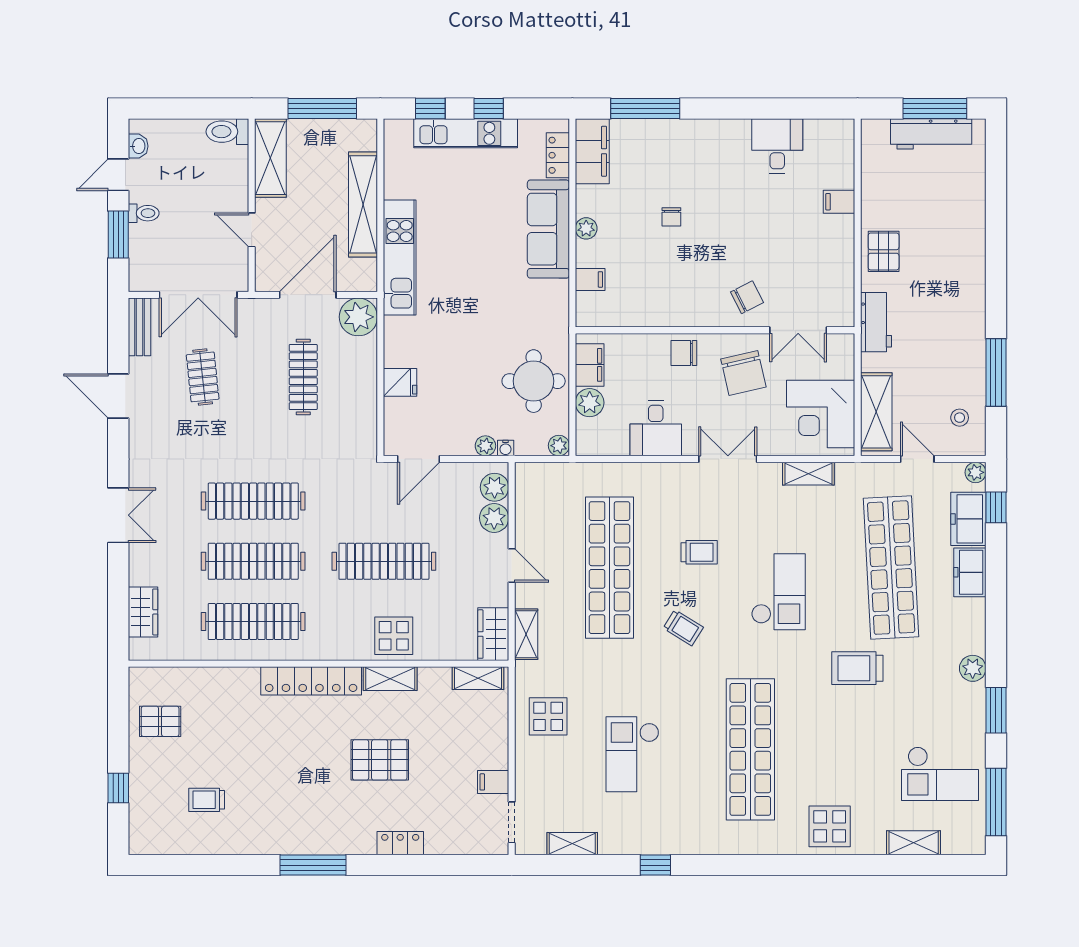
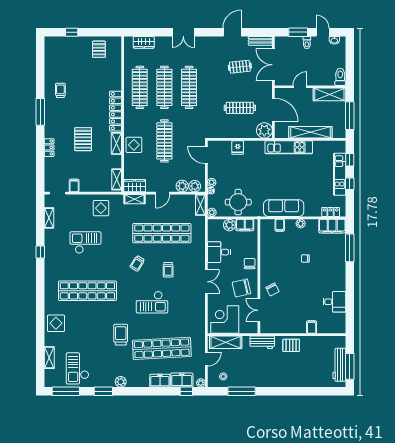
sofa: (548, 229) -> (284, 208), moved
shelving: (808, 474) -> (200, 205), moved
trolley: (207, 800) -> (60, 90), moved

